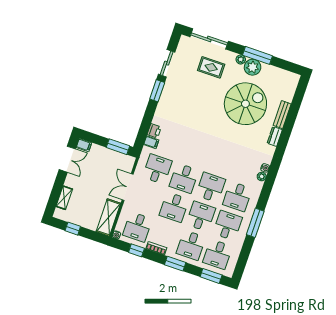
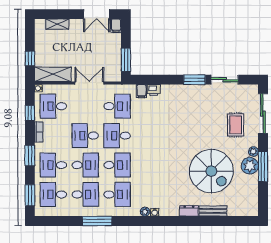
desk: (237, 197) -> (117, 194), turned 180
window: (73, 229) -> (30, 58), moved

